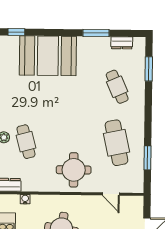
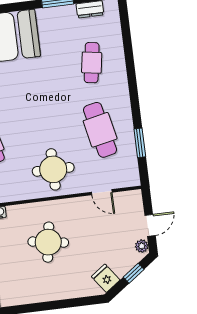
window: (149, 69) -> (126, 36), removed
cafe table: (117, 87) -> (92, 63), turned 33

